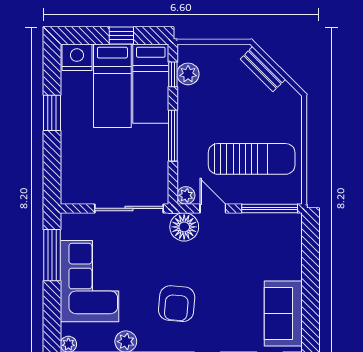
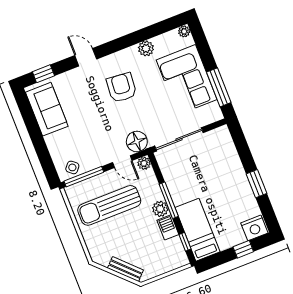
window: (121, 35) -> (243, 249), moved
plant: (188, 74) -> (160, 209), moved
bed: (112, 86) -> (223, 218), removed
barbecue: (188, 101) -> (168, 227), added
side table: (280, 226) -> (72, 167), added

